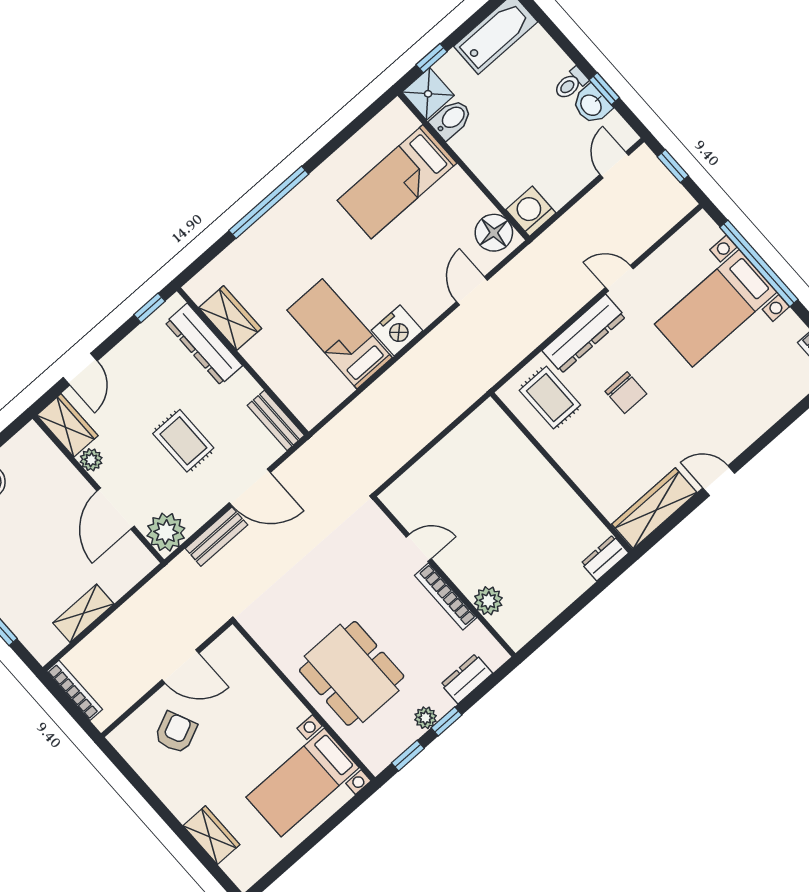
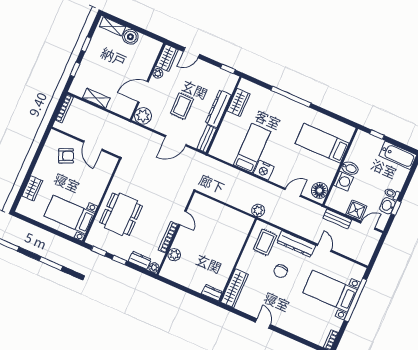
shower: (428, 94) -> (356, 210), moved
bidet: (451, 119) -> (350, 168), moved
window: (673, 166) -> (378, 249), removed
washing machine: (531, 211) -> (344, 181), moved, turned 90
dresser: (204, 344) -> (218, 109), moved
plant: (476, 381) -> (258, 210), added
door: (250, 488) -> (176, 141), hinge flipped
wardrobe: (654, 508) -> (235, 288), moved, turned 90
bench: (216, 537) -> (337, 219), moved
plant: (426, 718) -> (154, 268), moved

